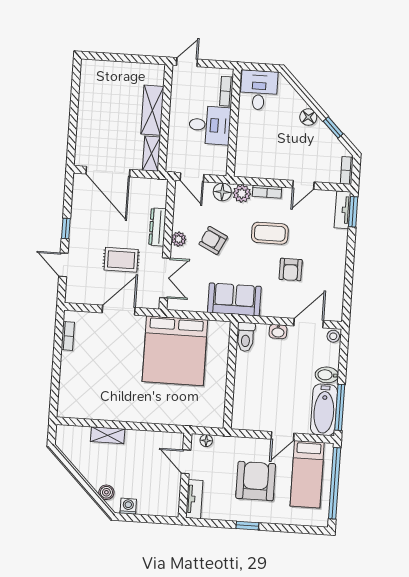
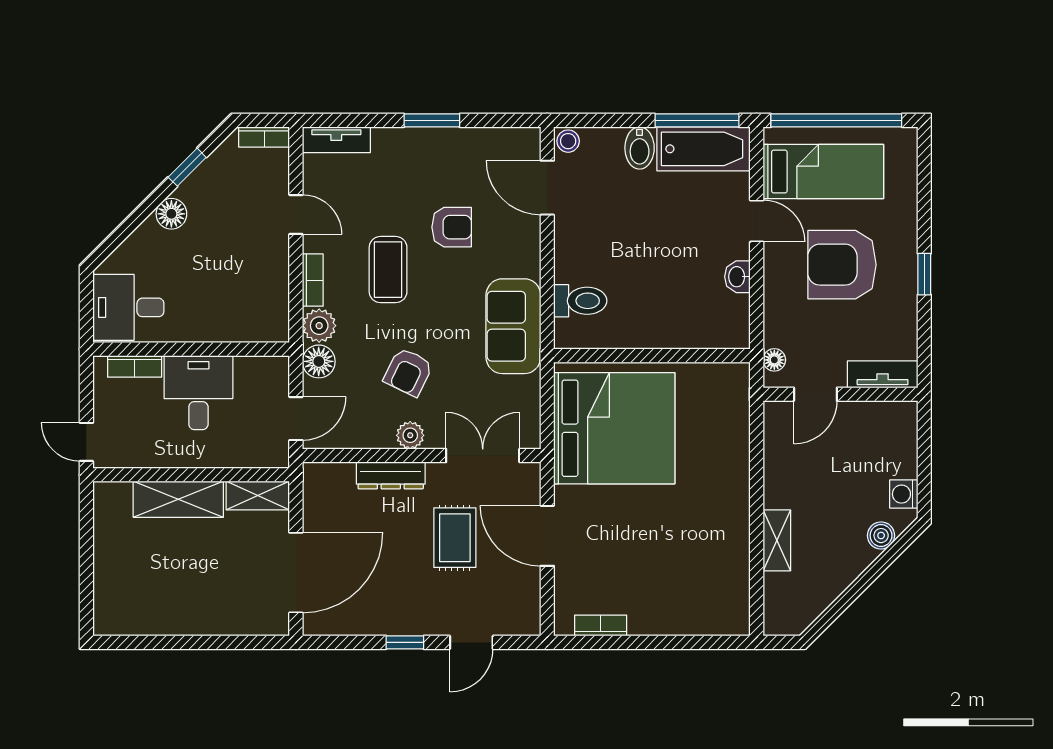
window: (353, 212) -> (432, 120), moved
washbasin: (278, 332) -> (737, 277), moved, turned 180
wall: (231, 375) -> (652, 356), moved

